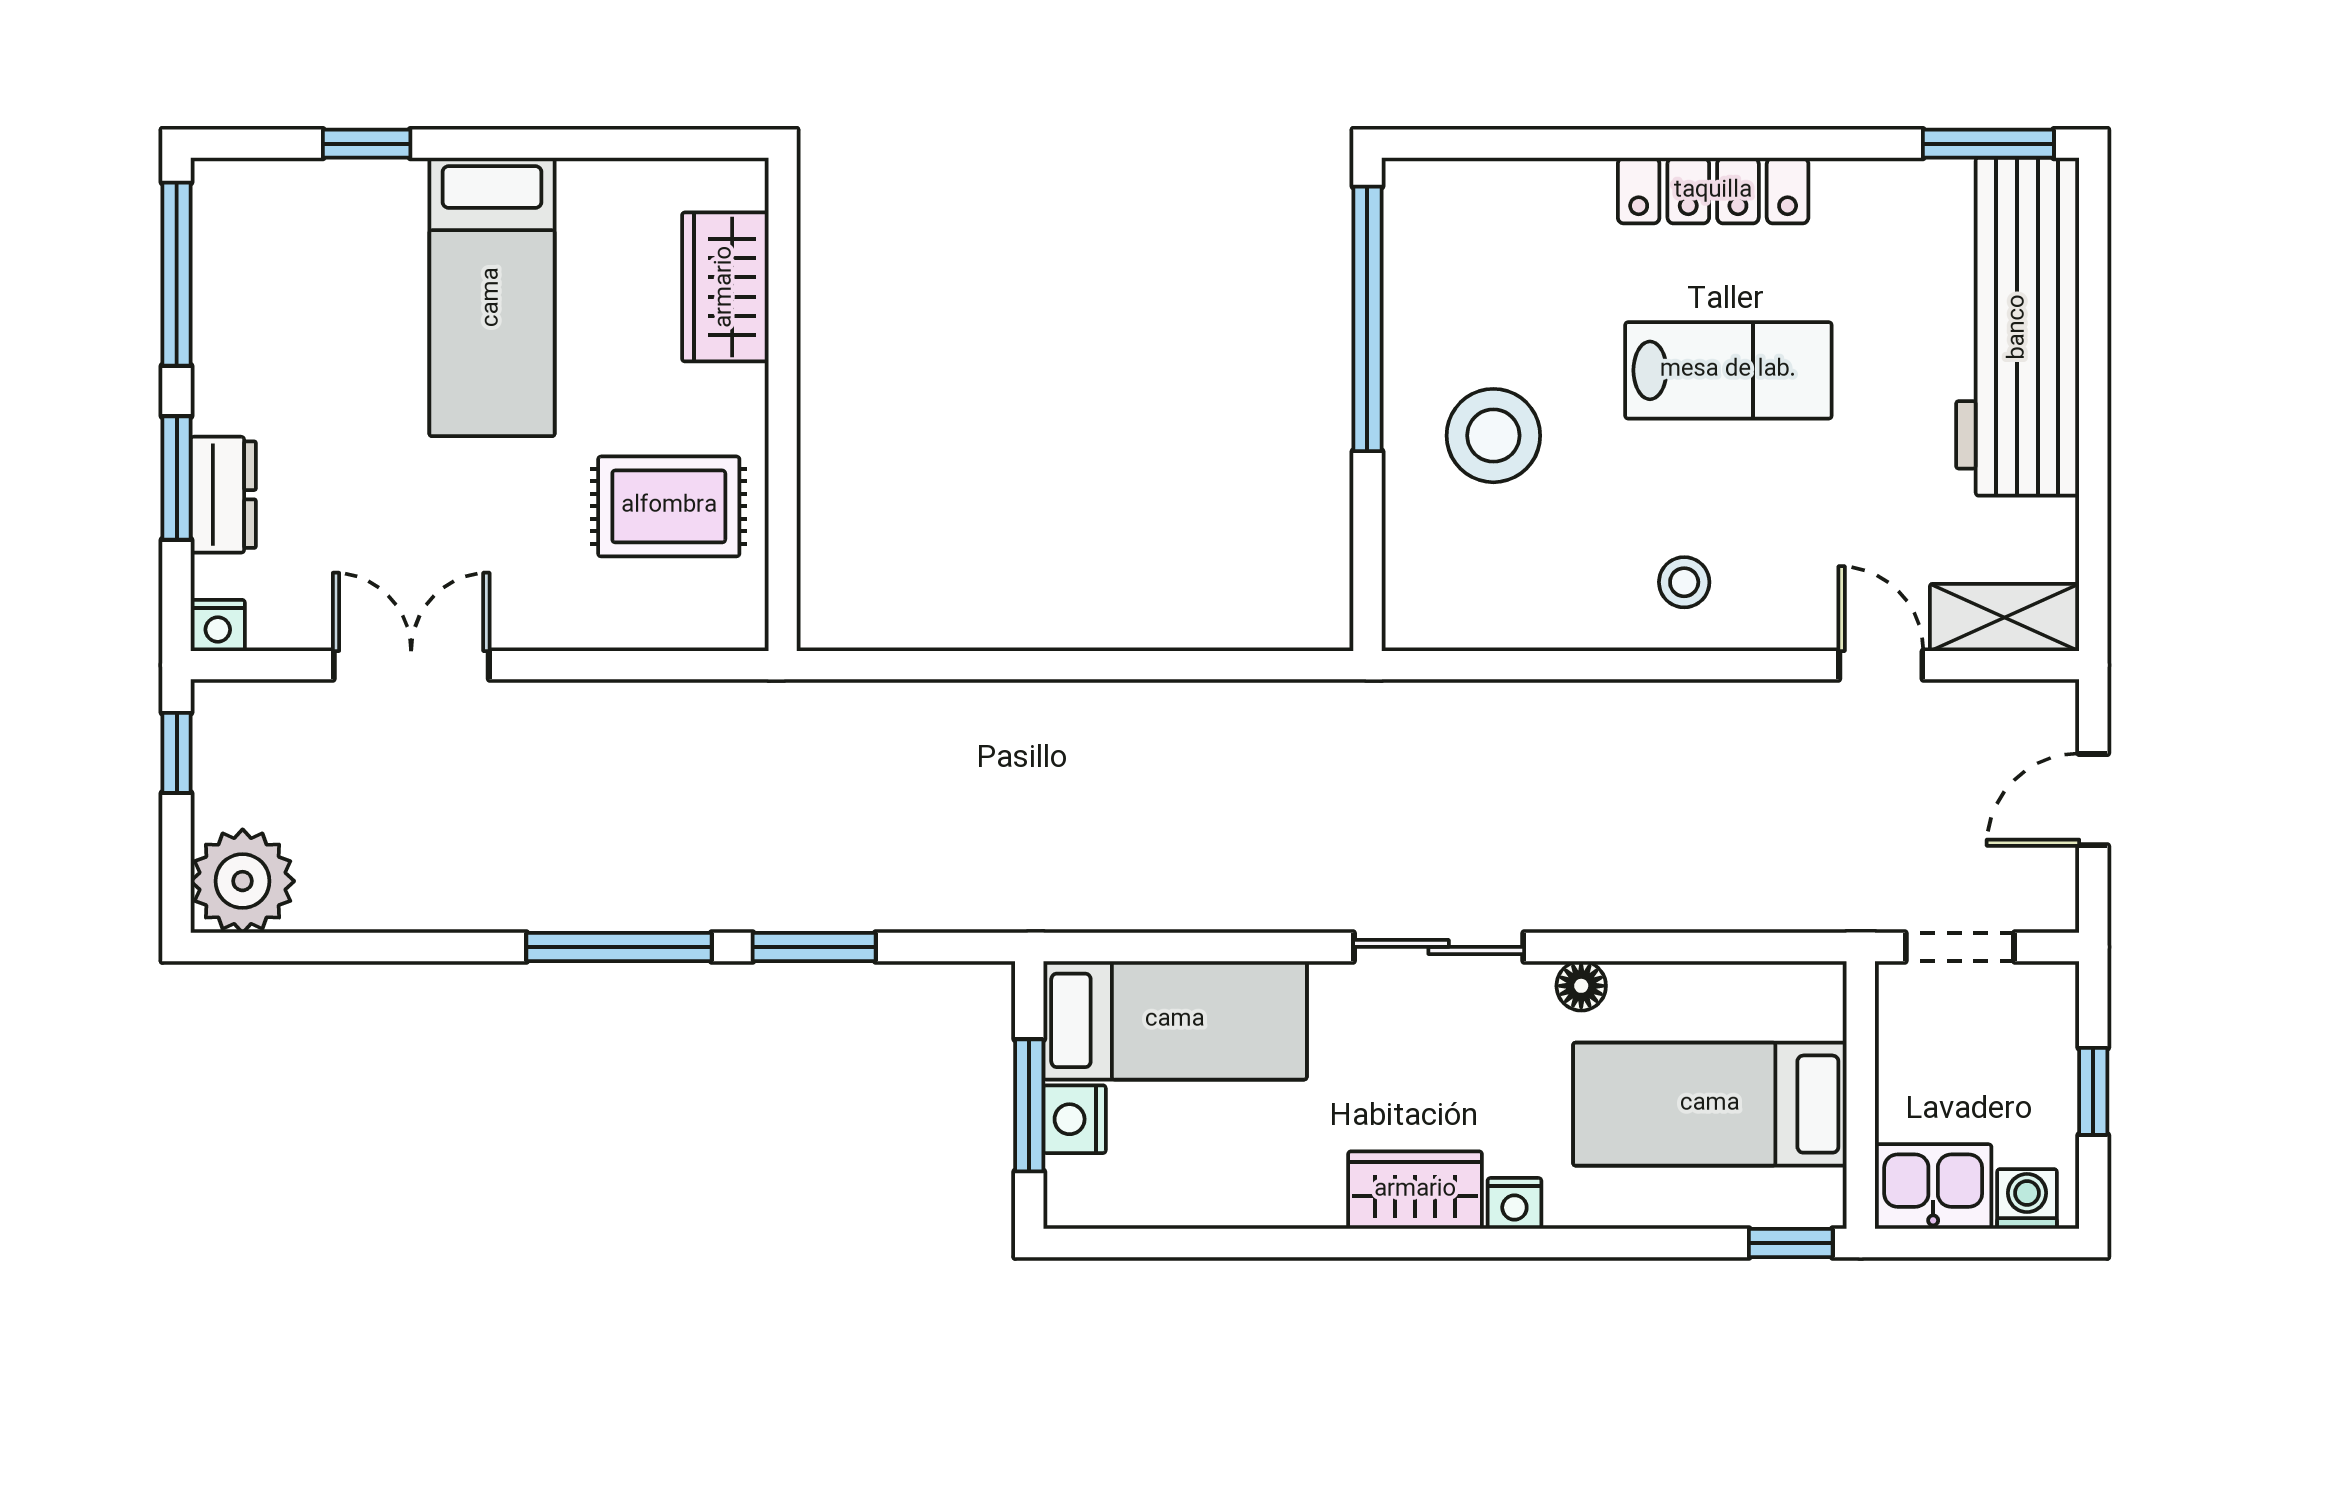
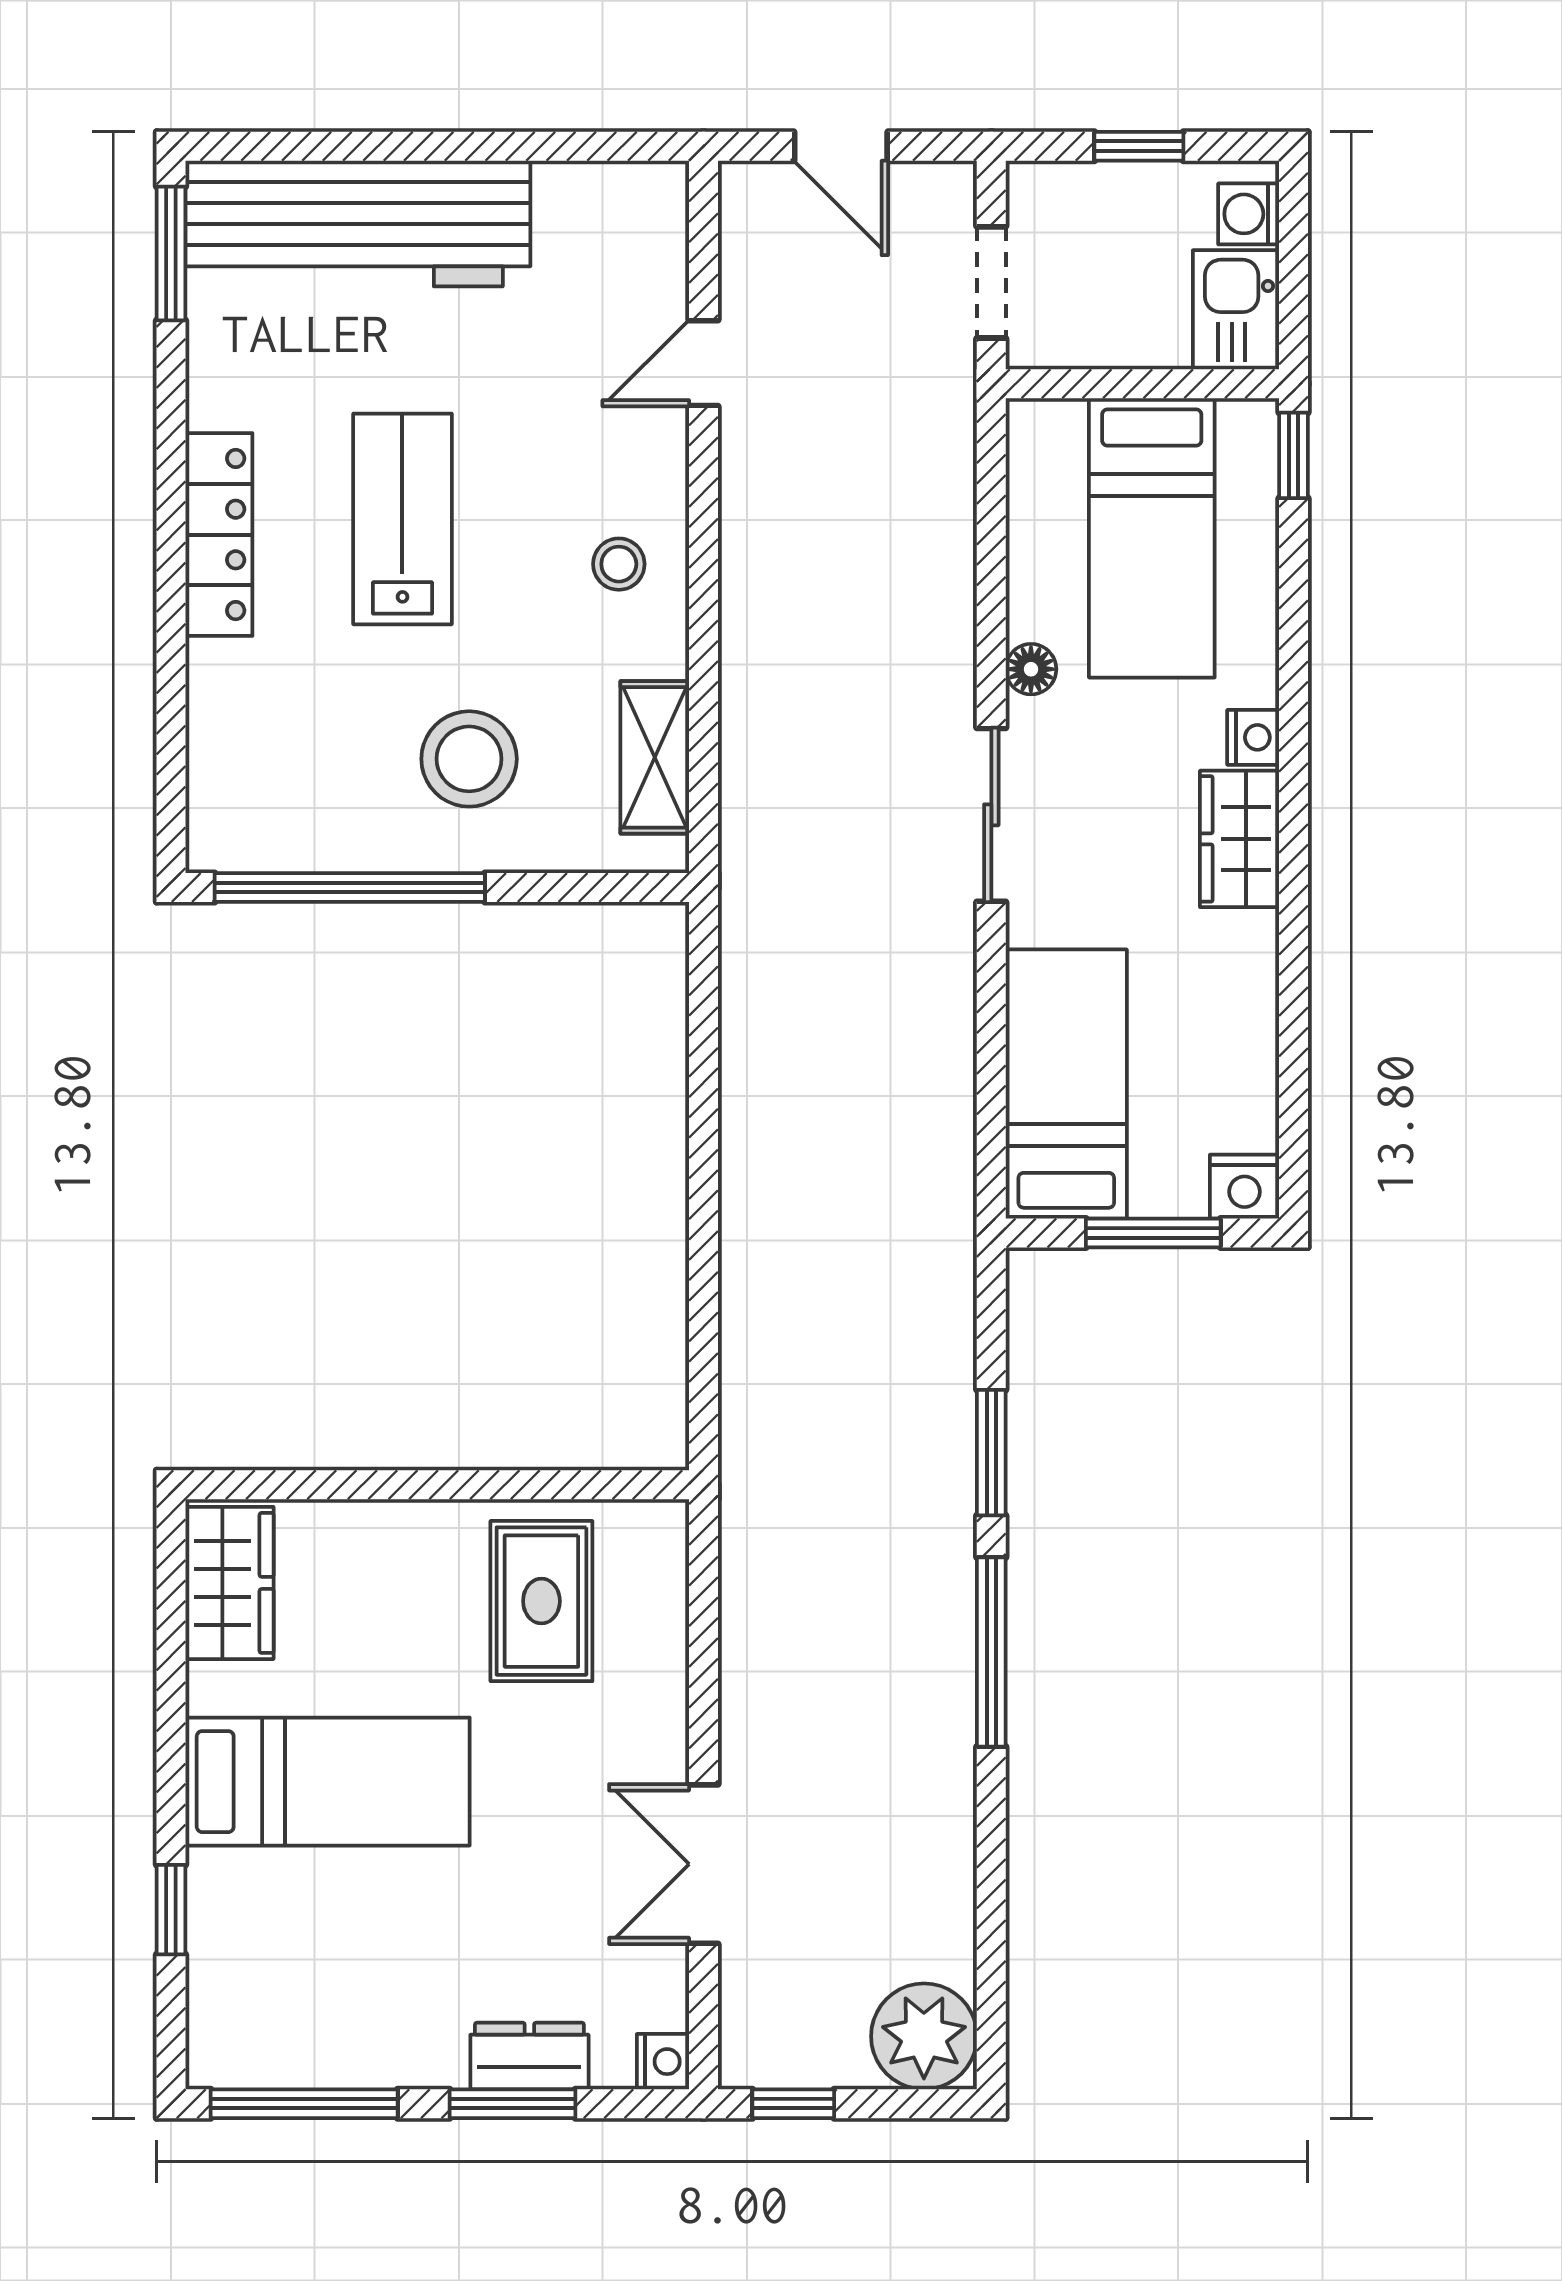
wardrobe: (725, 287) -> (229, 1583), moved, turned -90
shelving: (2004, 617) -> (655, 757), moved
nightstand: (1075, 1119) -> (1245, 1187), moved

